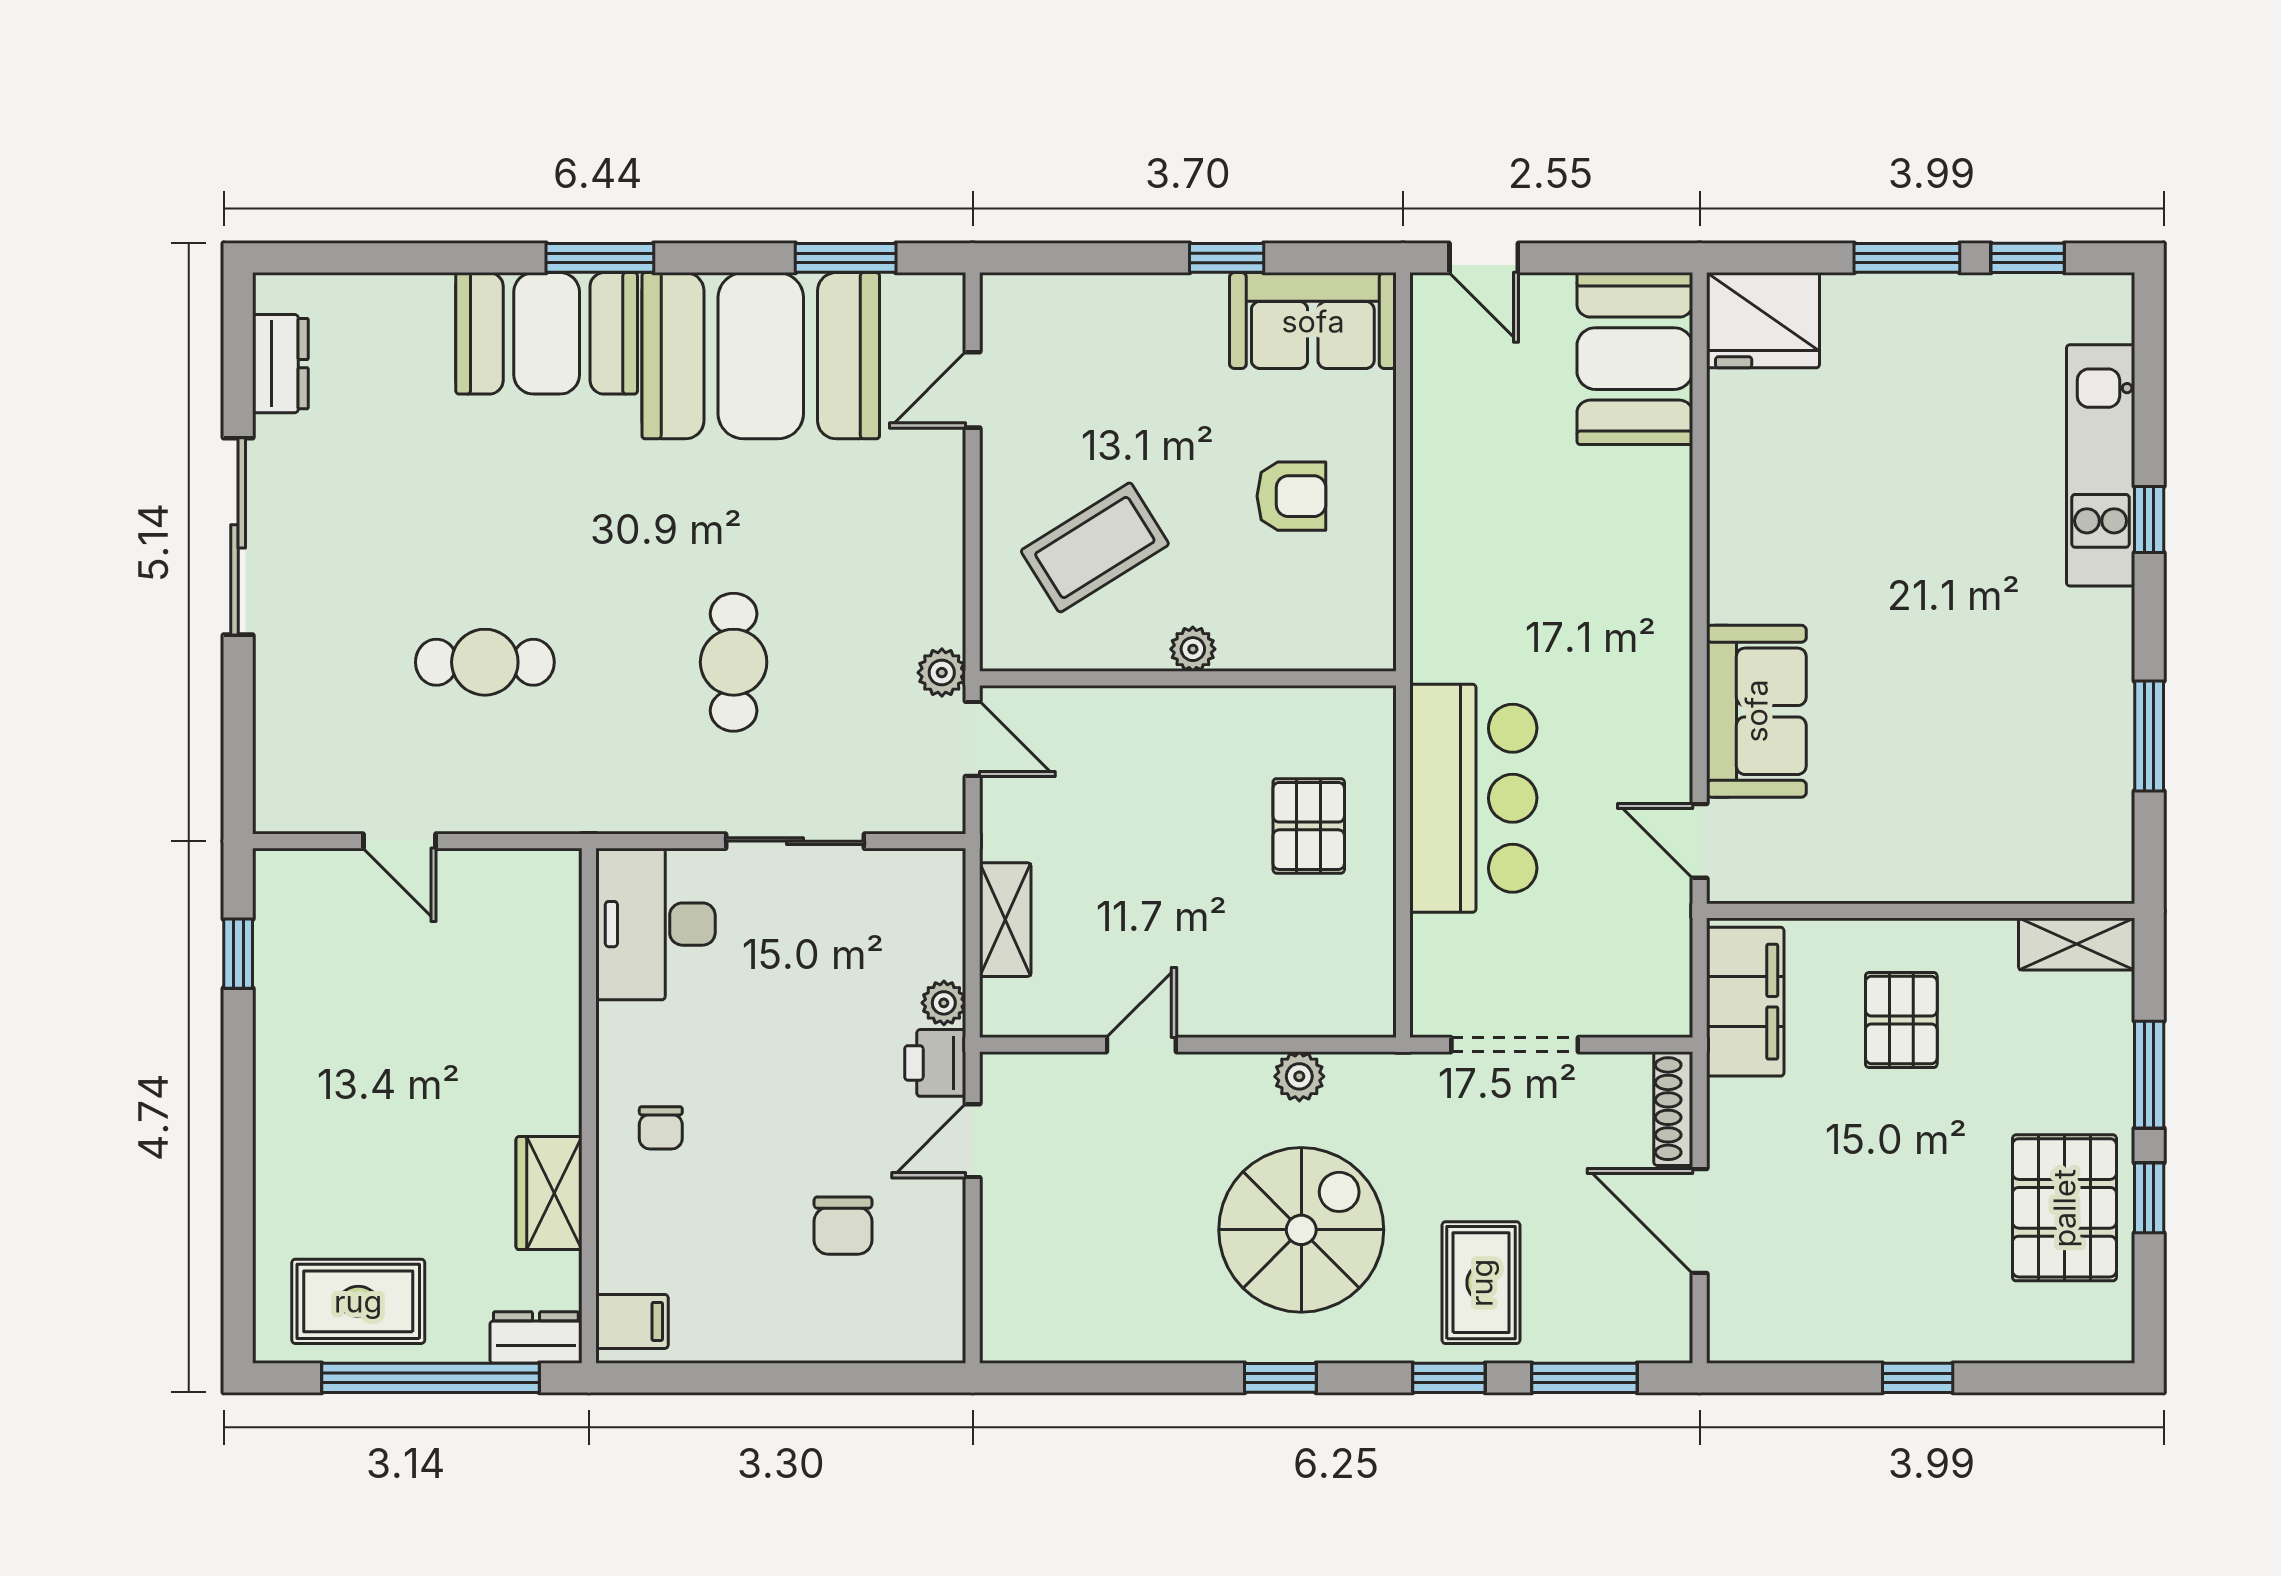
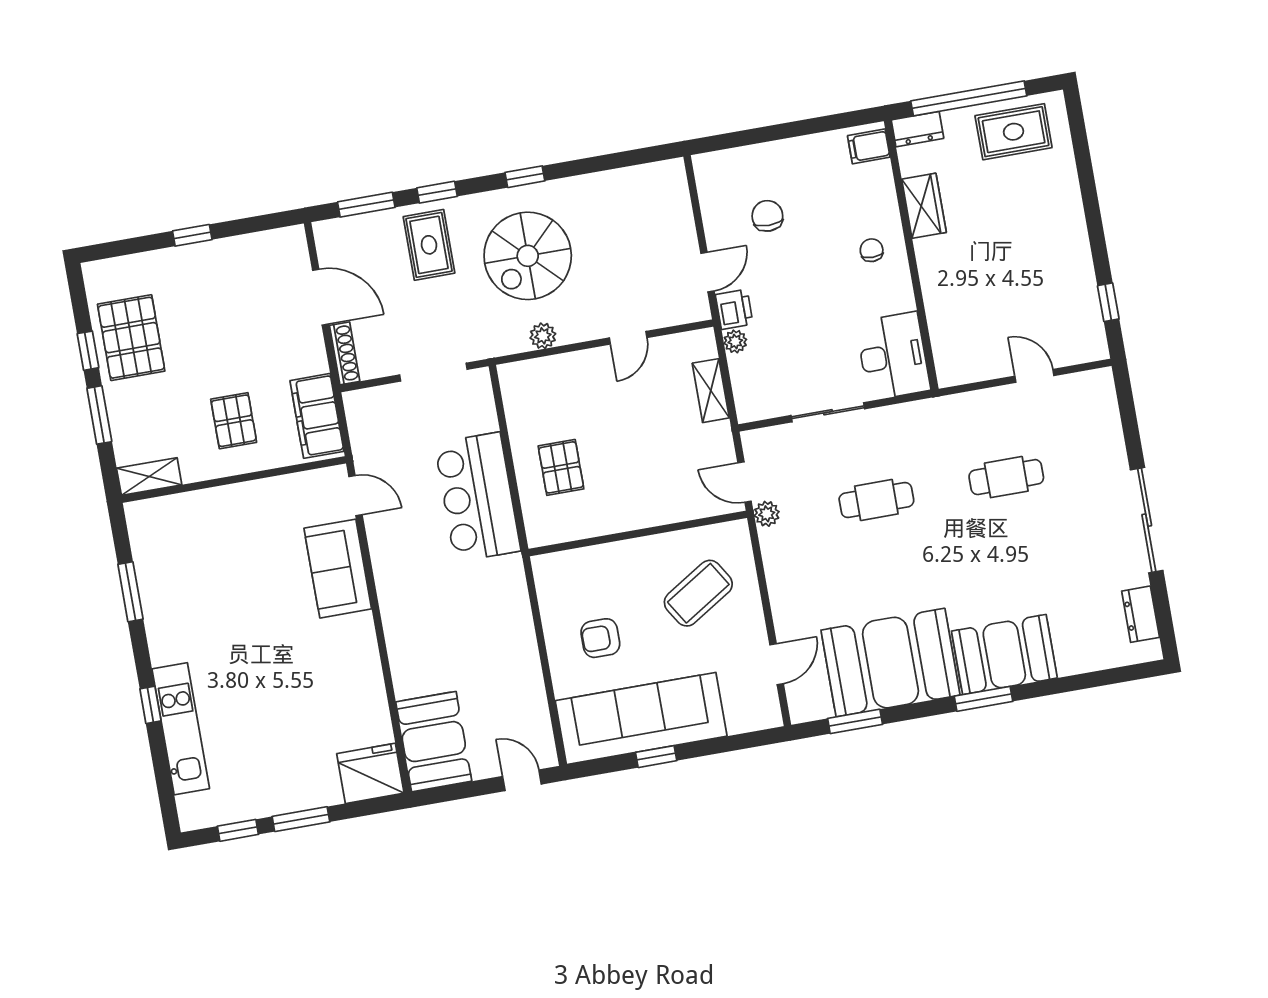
sofa: (1313, 321) -> (641, 718), width x1.85, depth x1.27
plant: (1193, 649) -> (638, 549), removed
cafe table: (734, 662) -> (876, 500), turned 90

